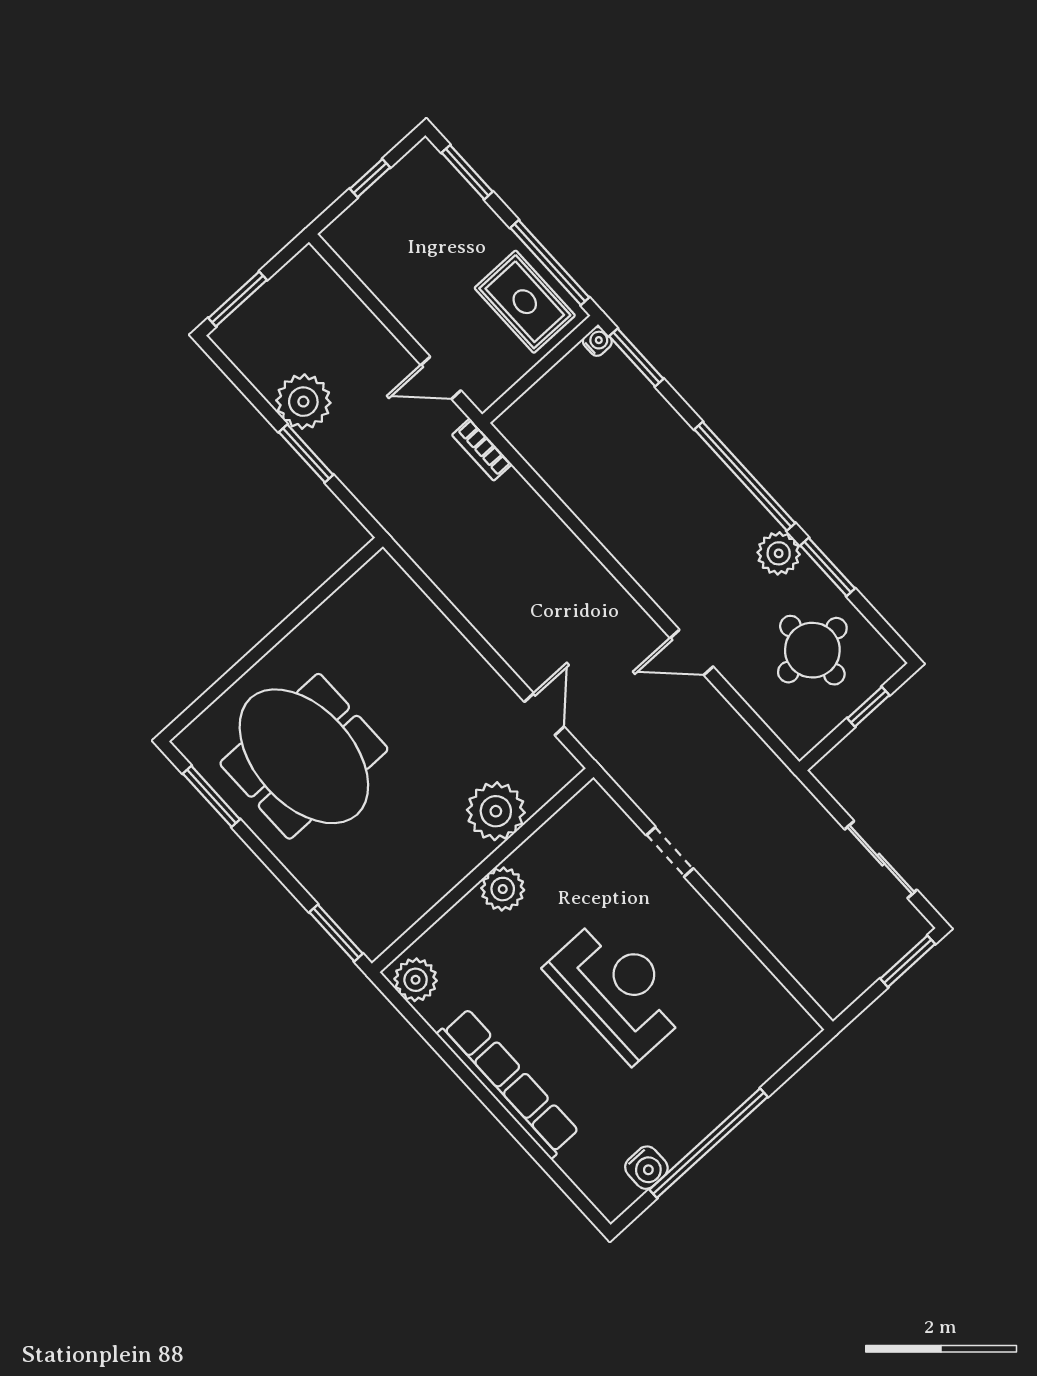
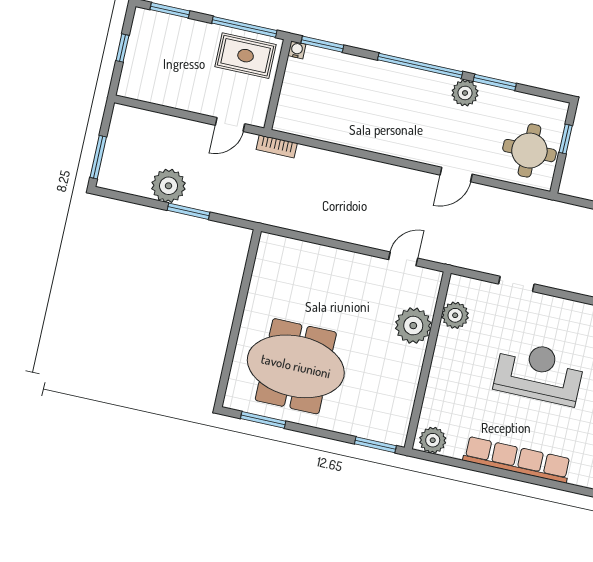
round table: (812, 650) -> (529, 151), moved
door: (544, 714) -> (403, 259), hinge flipped
plant: (503, 889) -> (455, 315), moved

